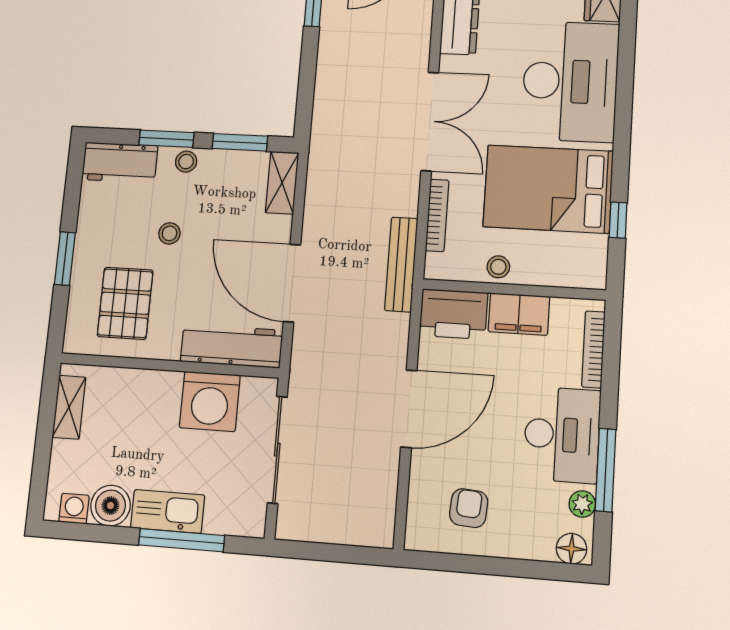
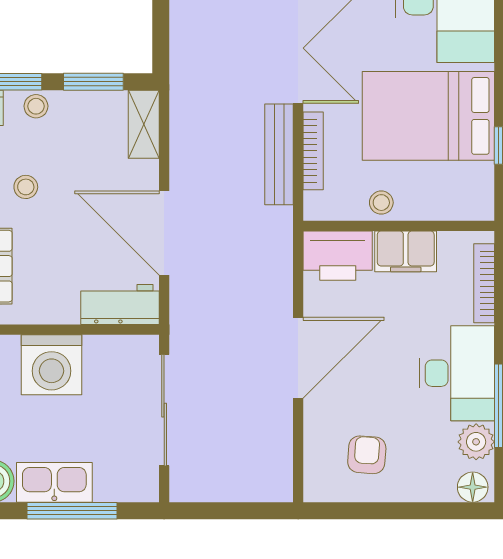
bench: (401, 264) -> (279, 154), moved
workbench: (232, 346) -> (120, 304), width x0.73
washing machine: (210, 401) -> (52, 365), moved
plant: (582, 504) -> (476, 442), width x1.38, depth x1.38

